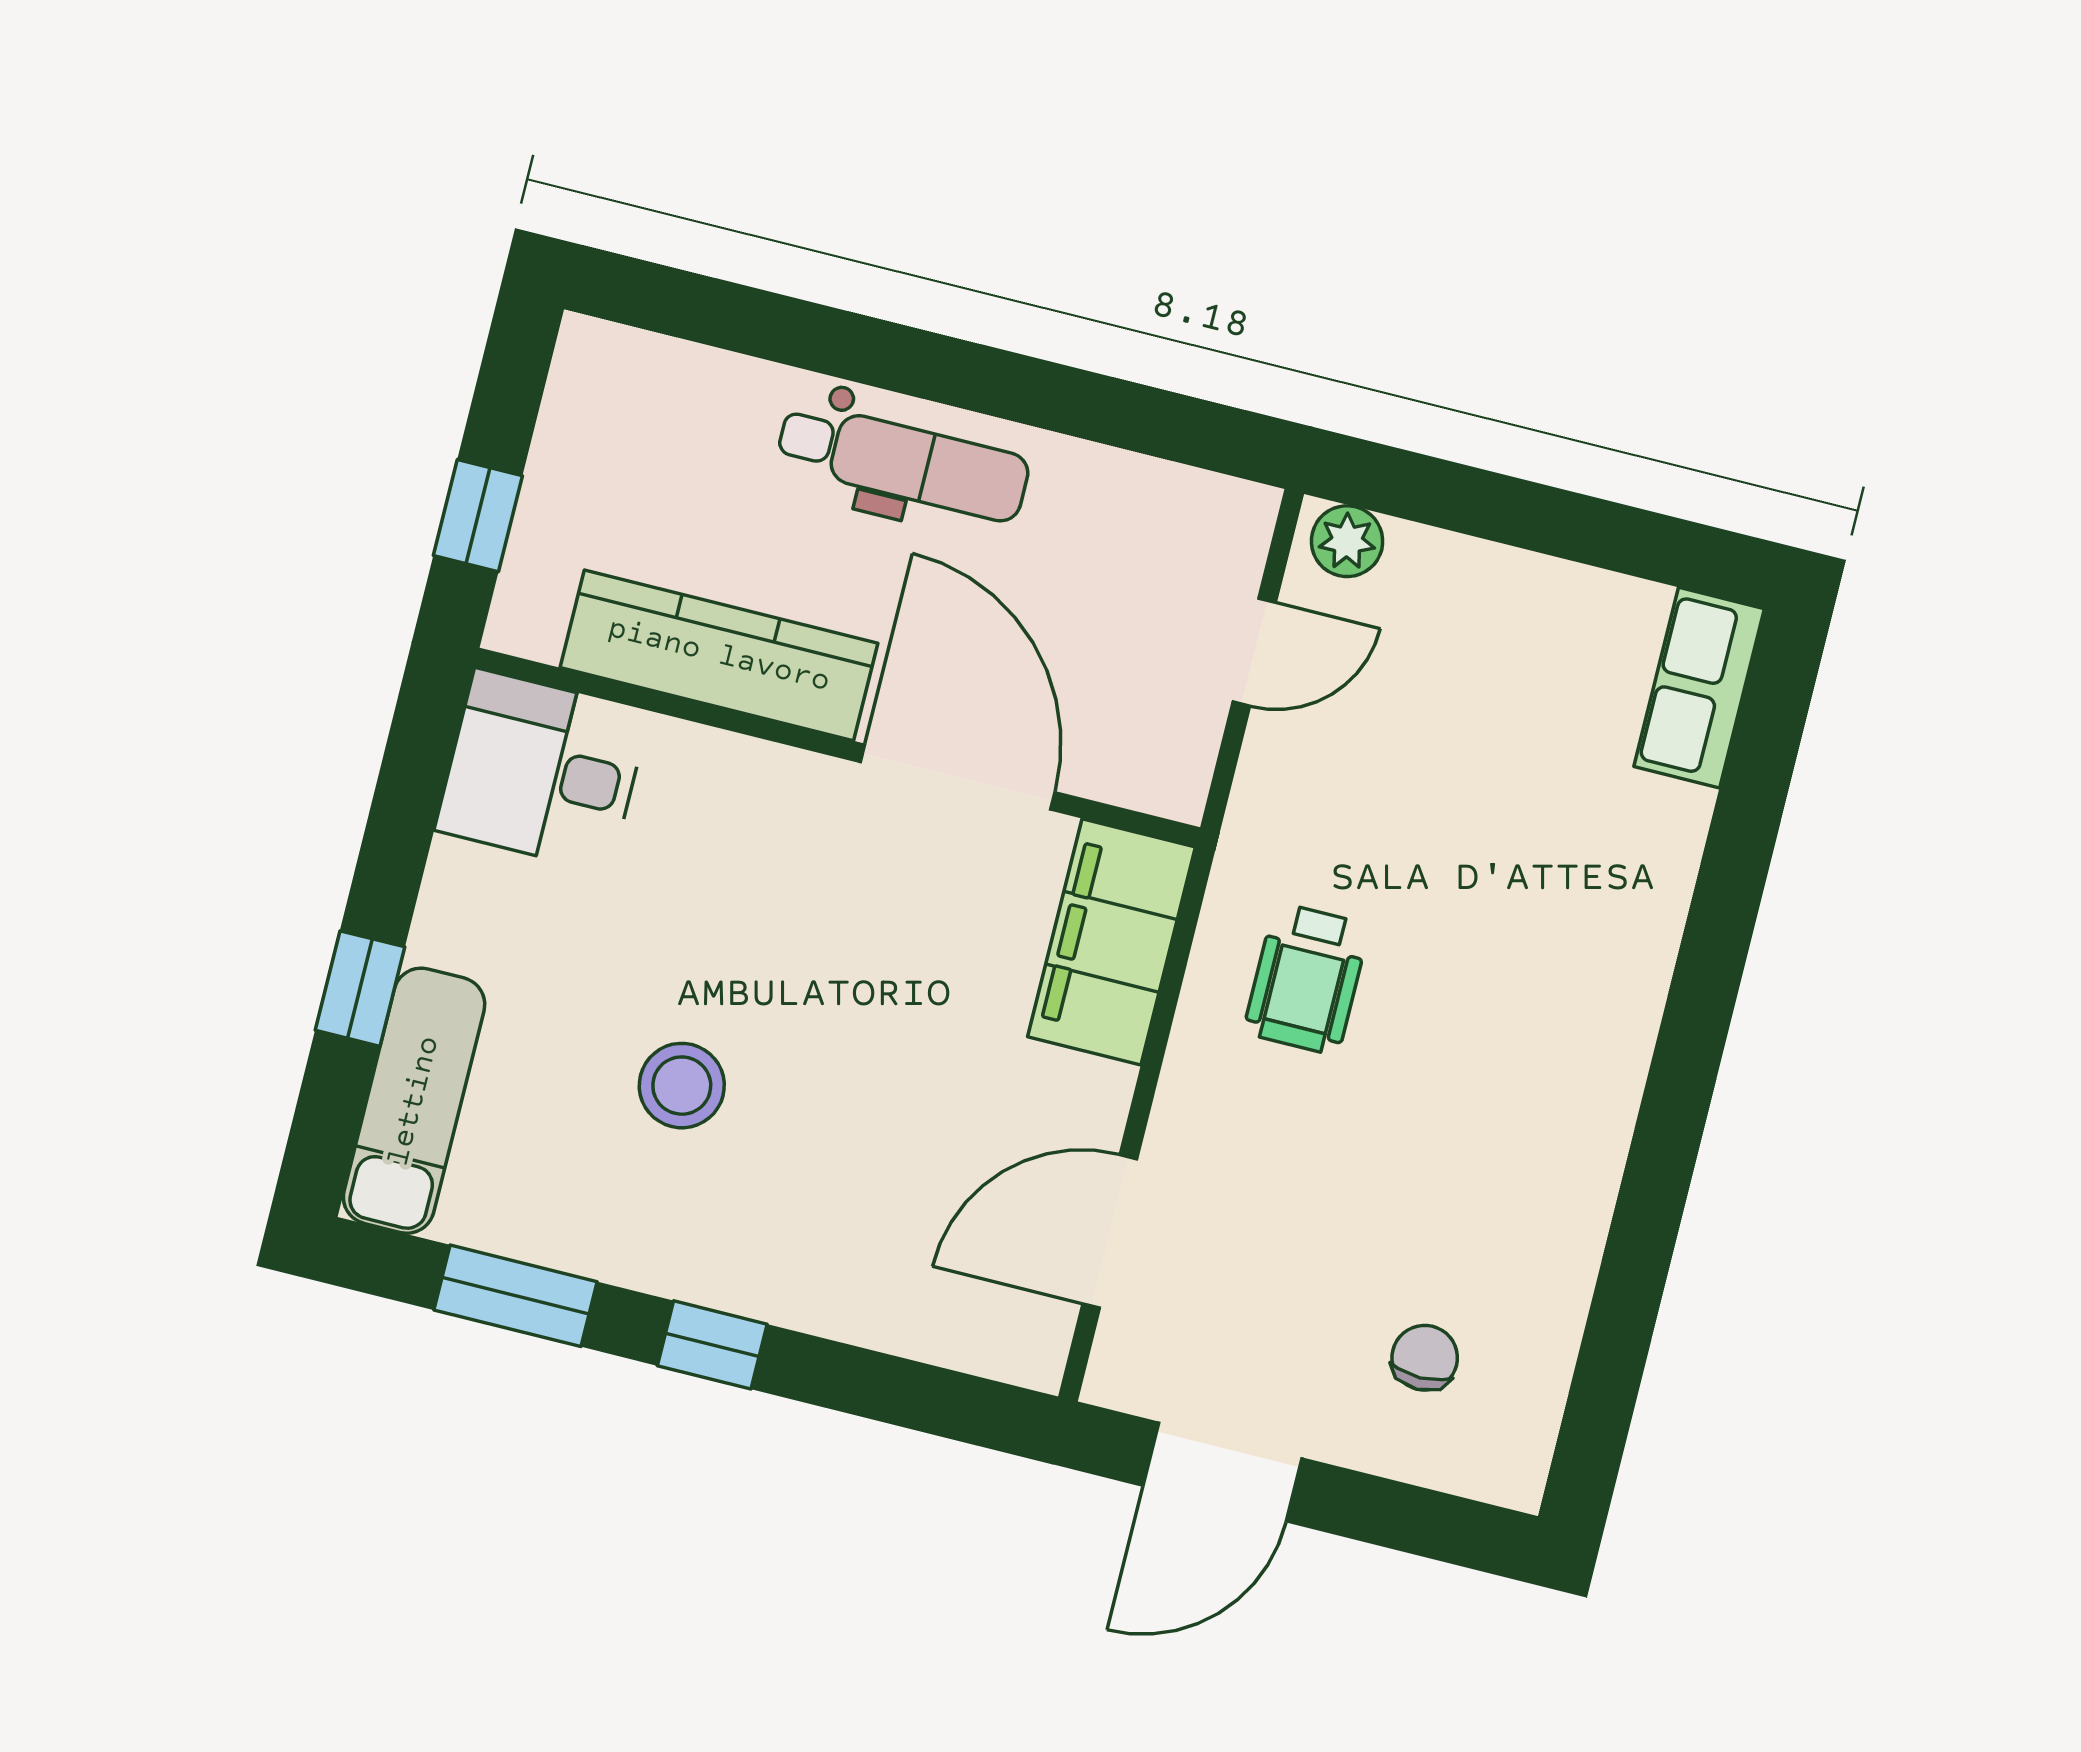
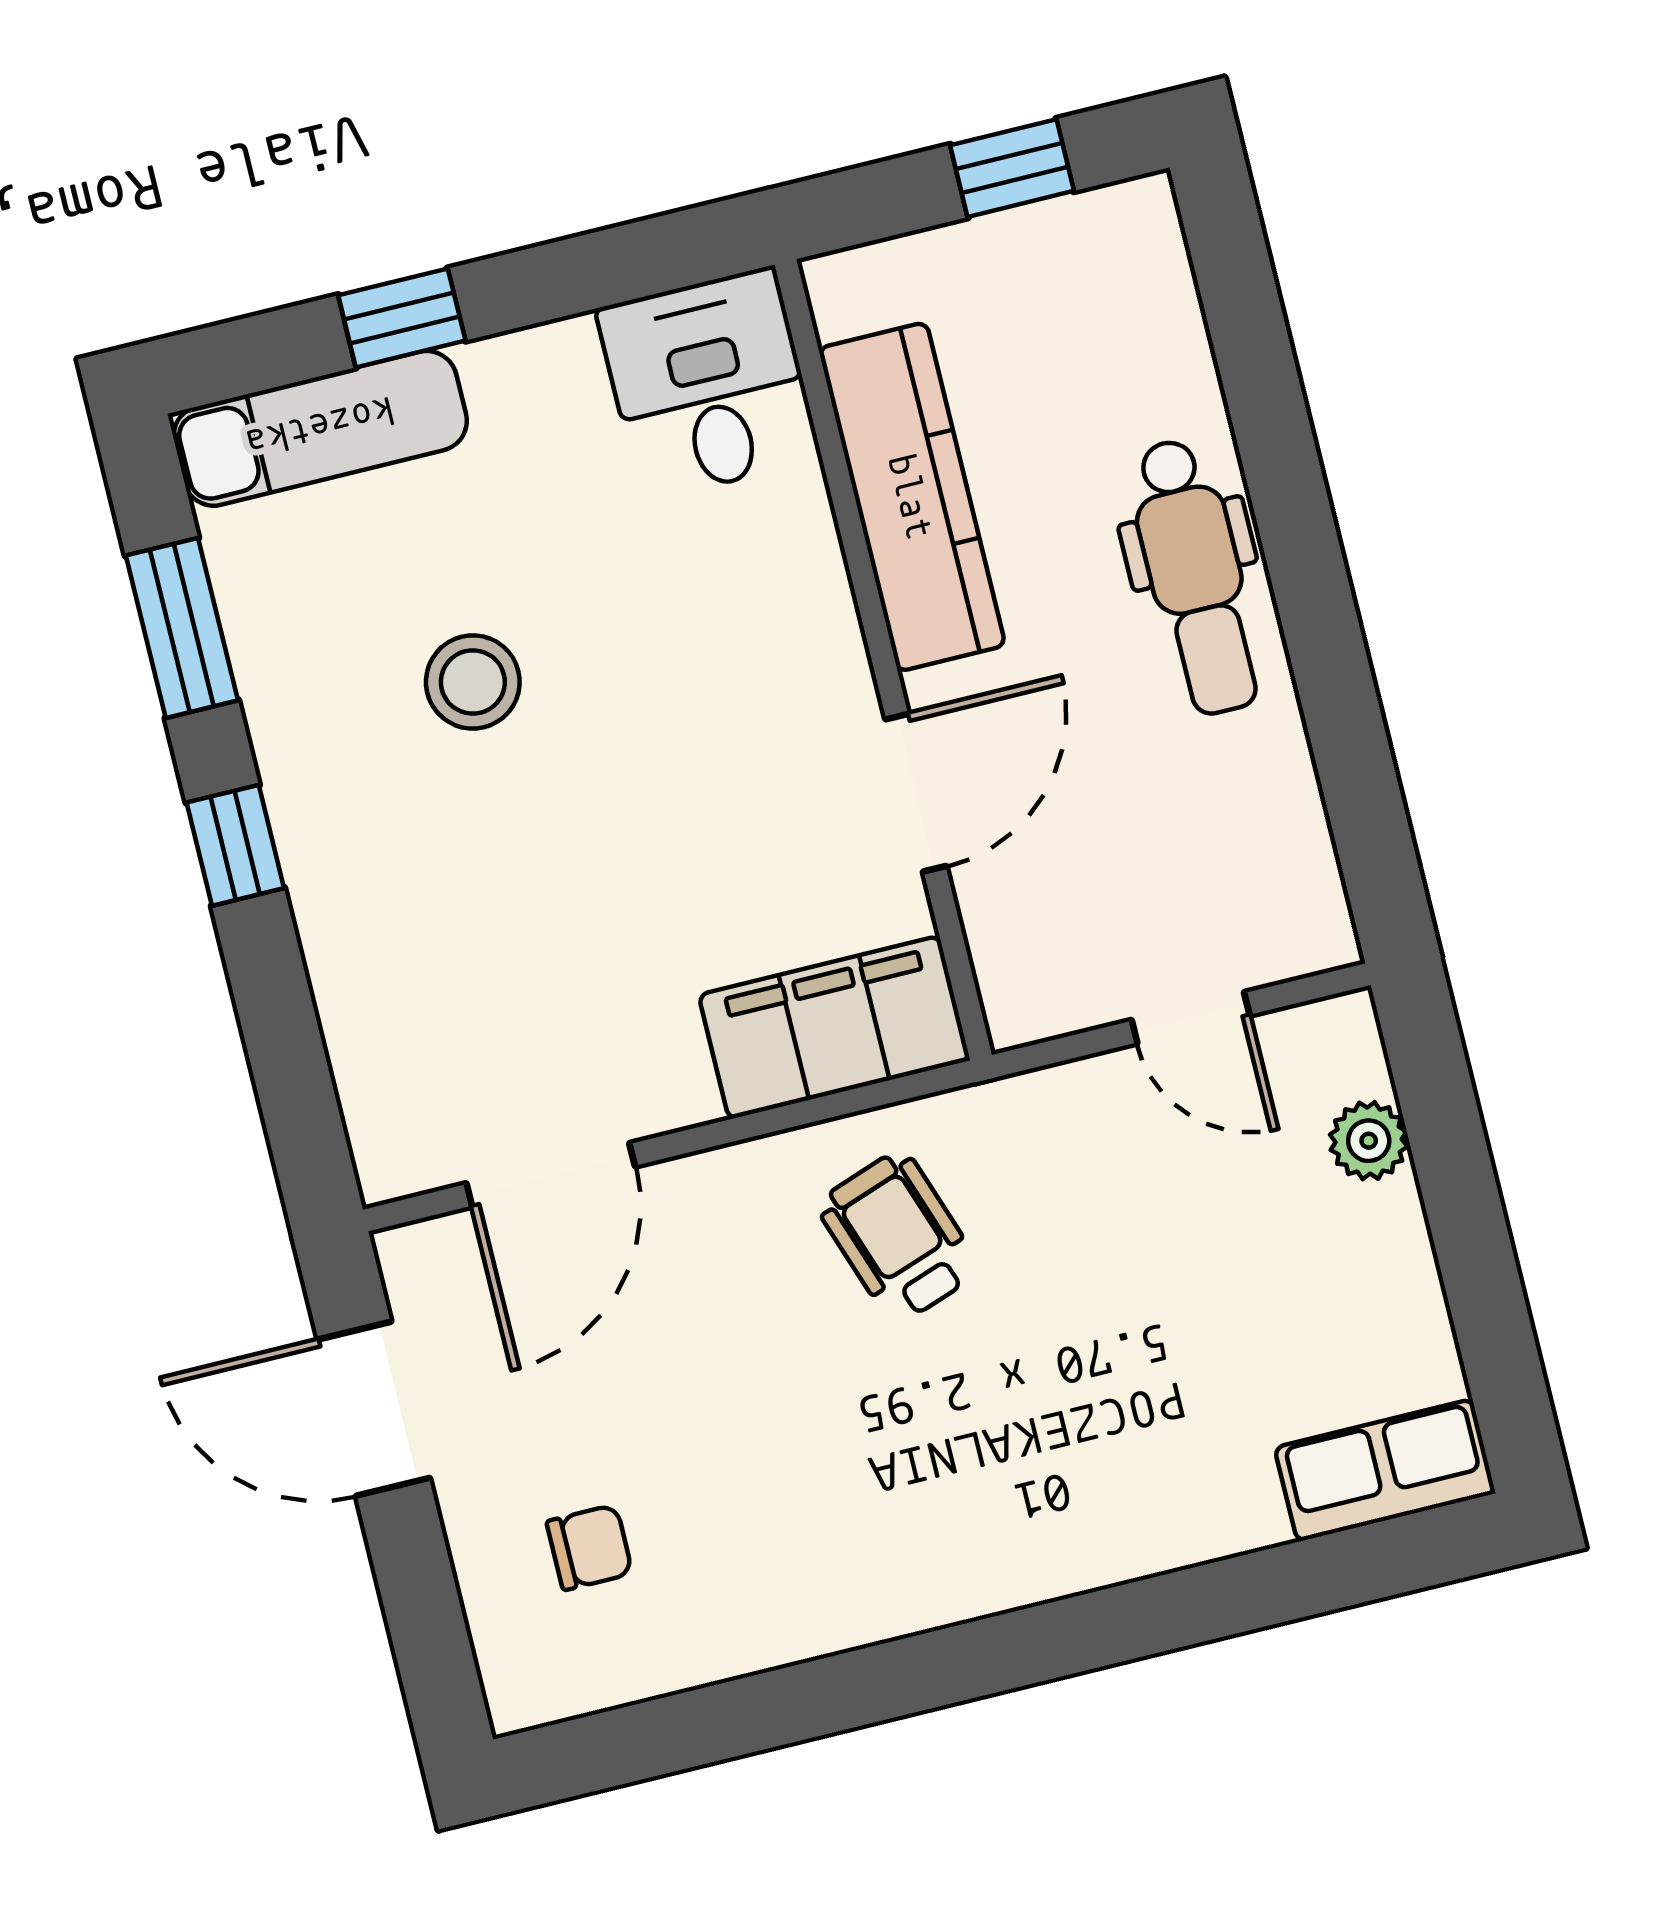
window: (478, 516) -> (1012, 168), moved
plant: (1347, 541) -> (1369, 1141), moved
door: (958, 777) -> (916, 793), width x0.73
wheelchair: (1306, 979) -> (899, 1237), turned 71
door: (1110, 1231) -> (551, 1175), swing flipped

